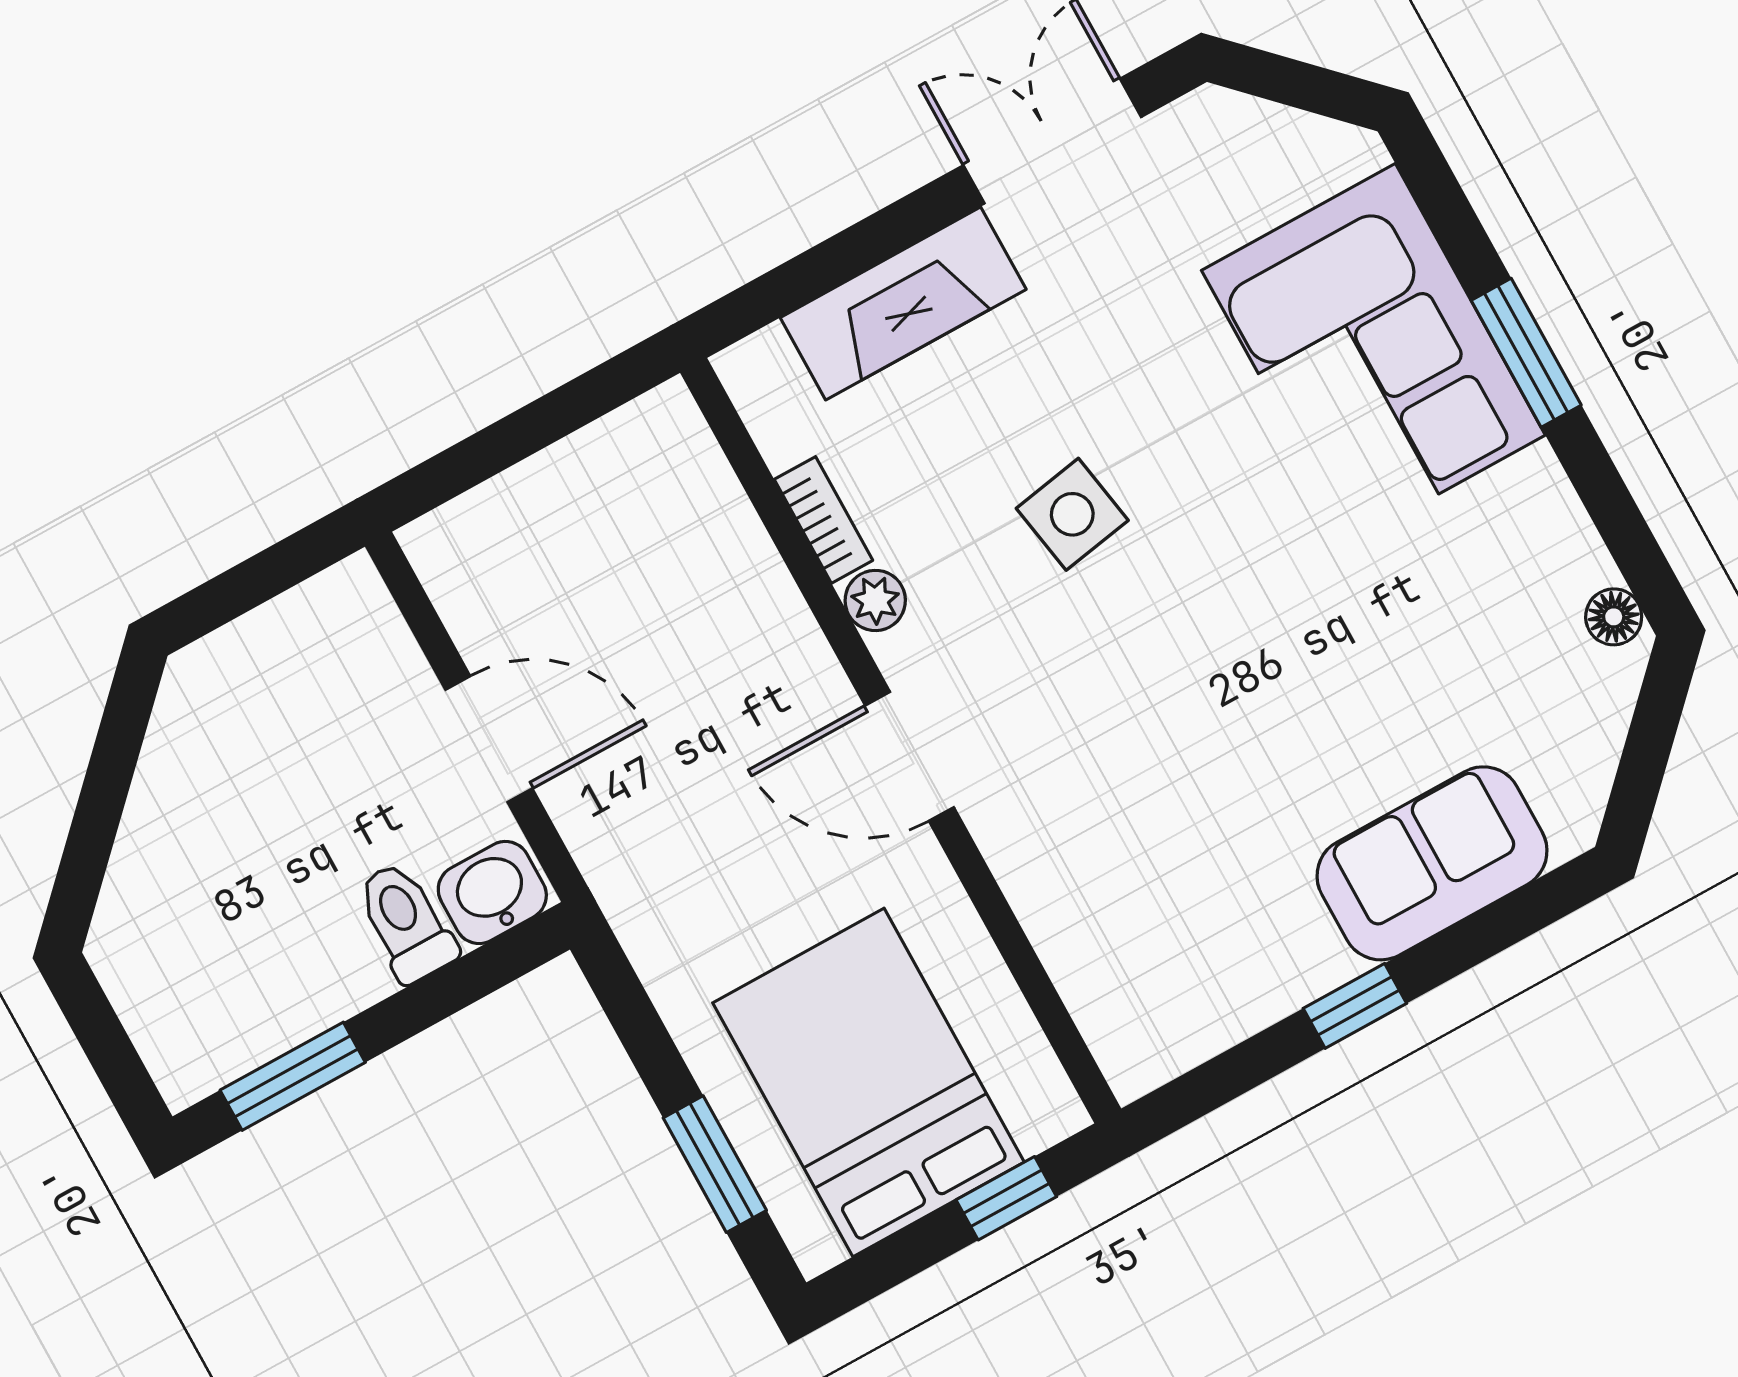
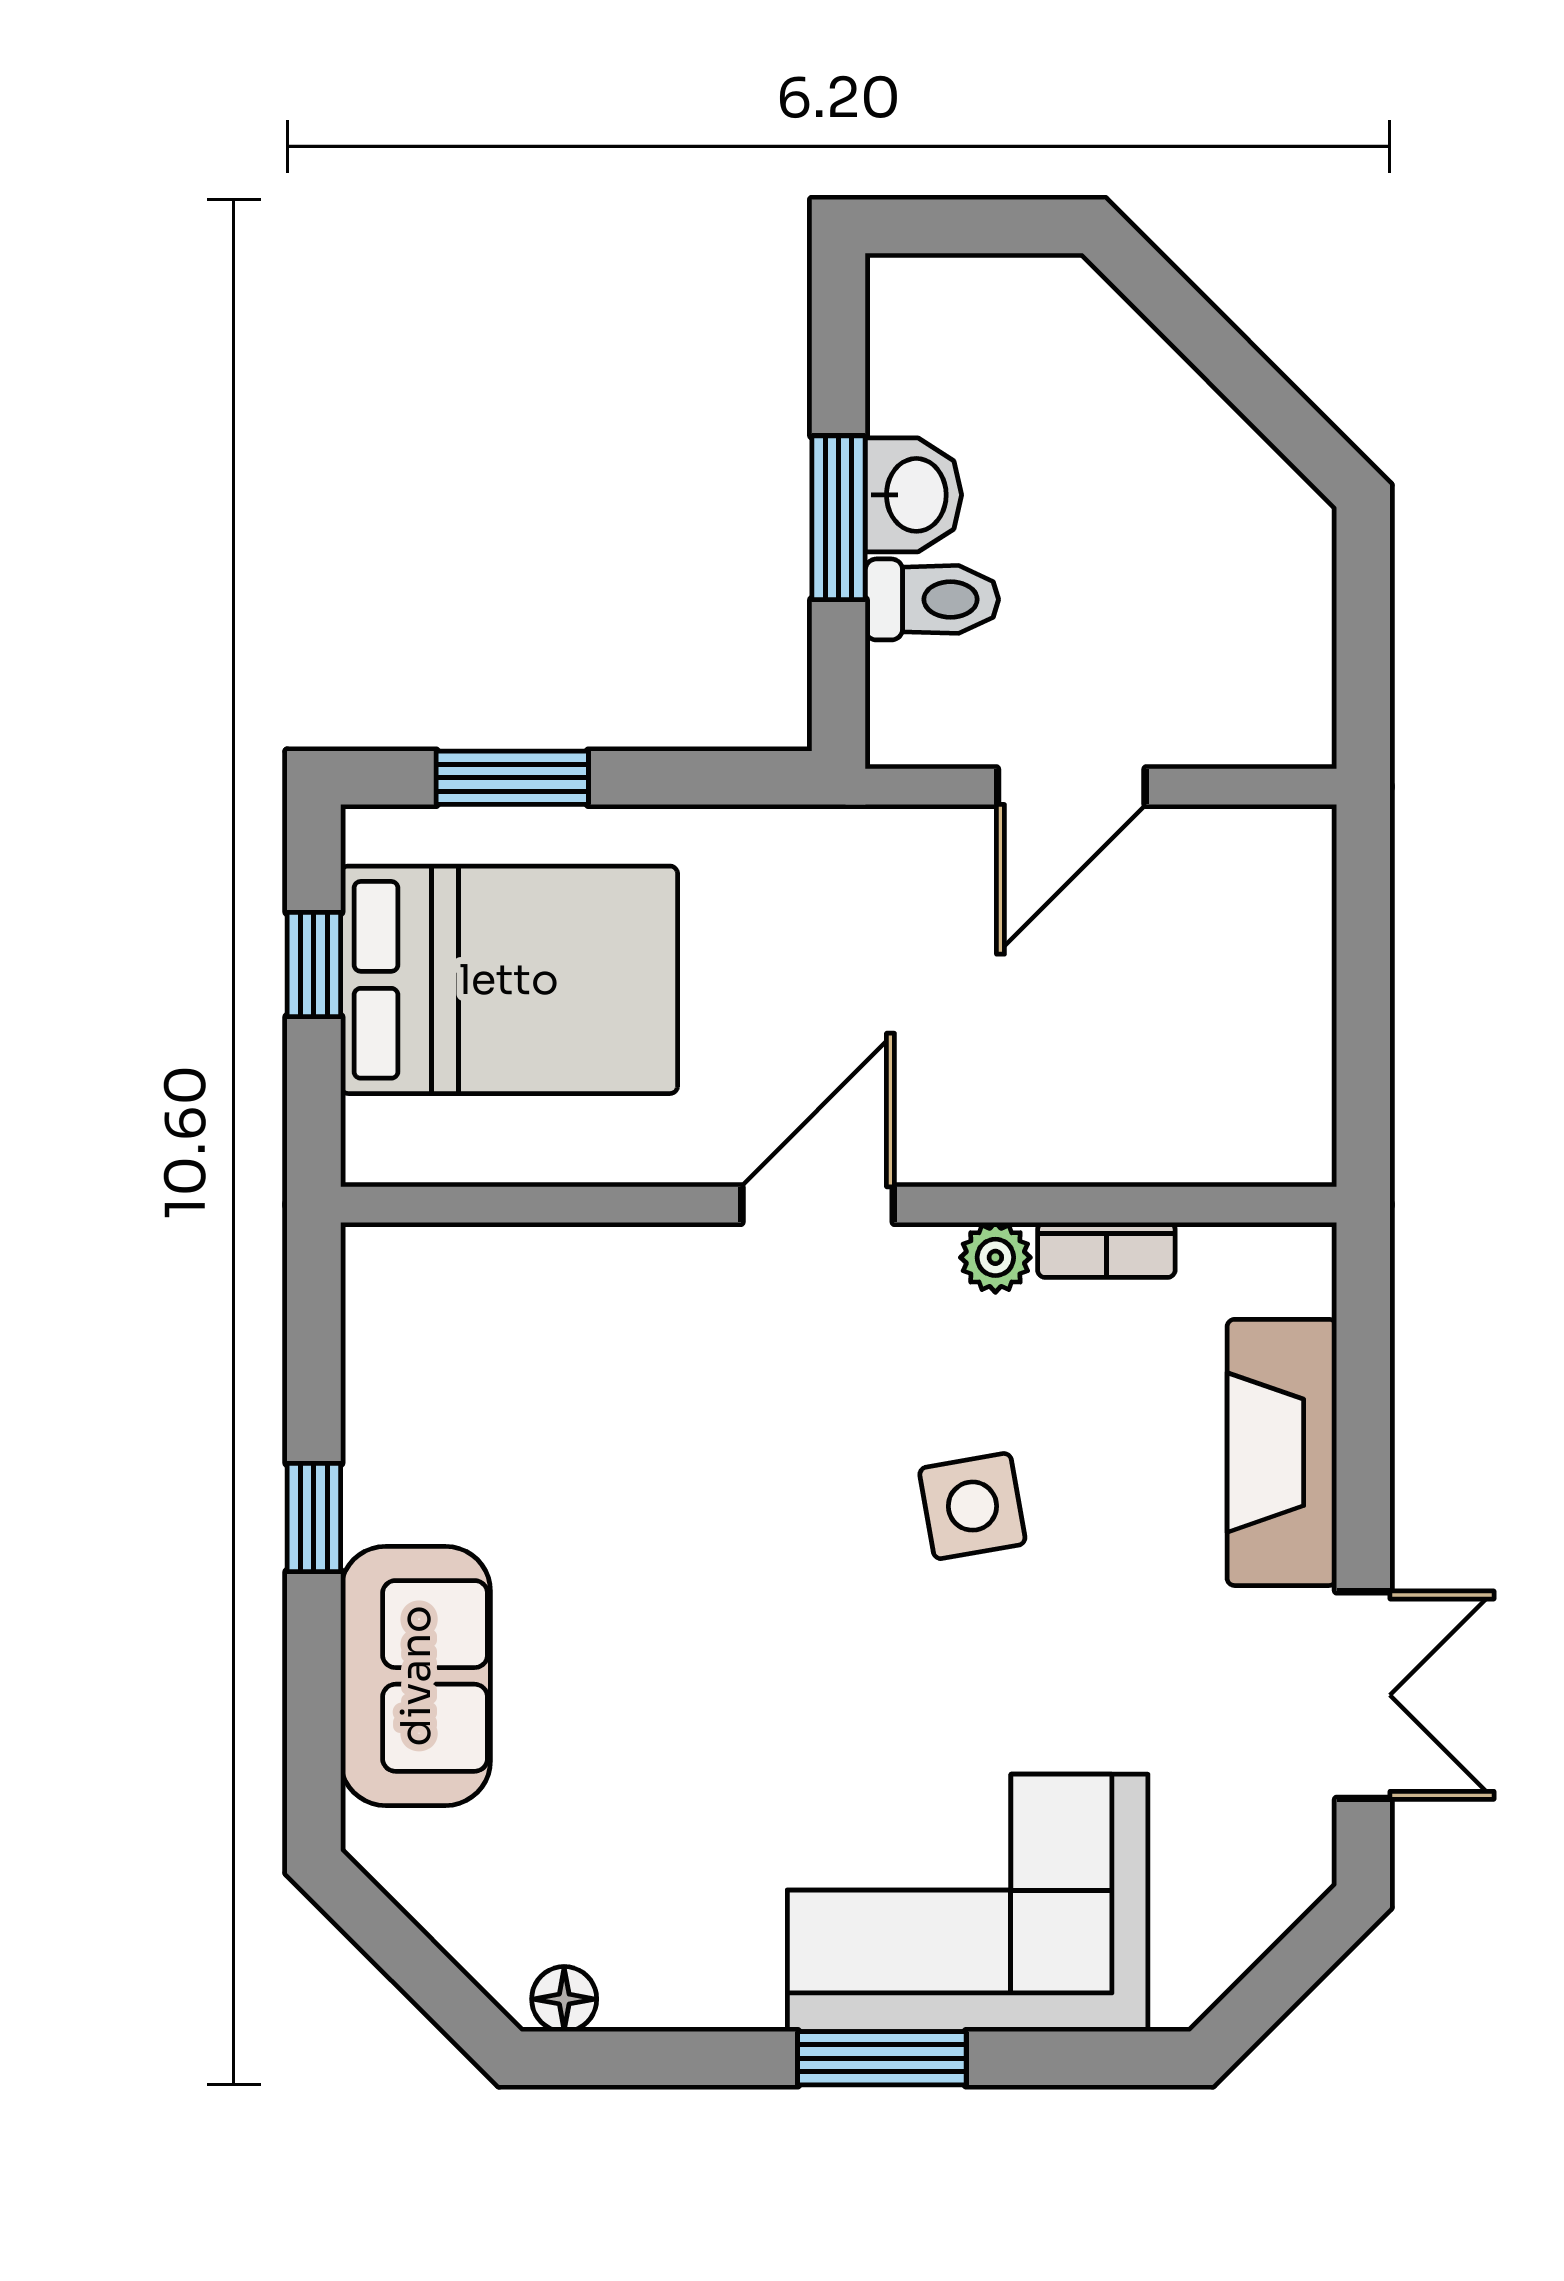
washbasin: (492, 892) -> (913, 495), moved
window: (293, 1076) -> (839, 518), moved
window: (1006, 1198) -> (314, 964), moved

